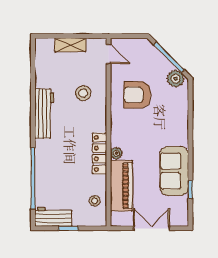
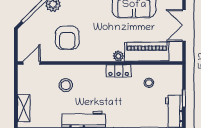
shelving: (70, 45) -> (24, 108), moved
locker: (100, 154) -> (119, 71), width x0.66
stool: (95, 201) -> (149, 83), moved

